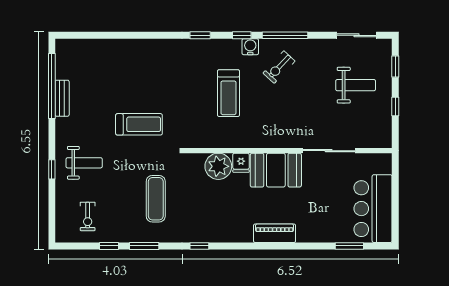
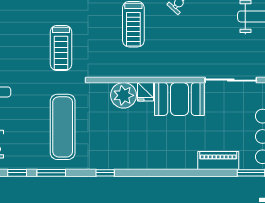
treadmill: (139, 124) -> (61, 48), moved, turned 90
exercise mat: (156, 199) -> (63, 127), width x1.36, depth x1.45
piano: (275, 233) -> (218, 160), moved

